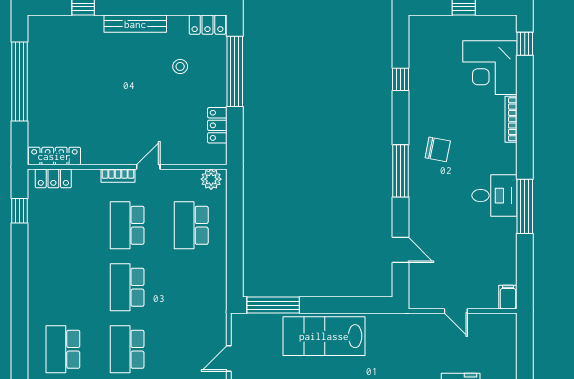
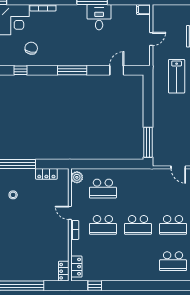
chair: (438, 149) -> (31, 48), moved
locker: (54, 156) -> (64, 271), width x0.66
desk: (494, 196) -> (99, 17), moved
lab bench: (324, 336) -> (177, 76), moved, width x0.73, depth x0.72

